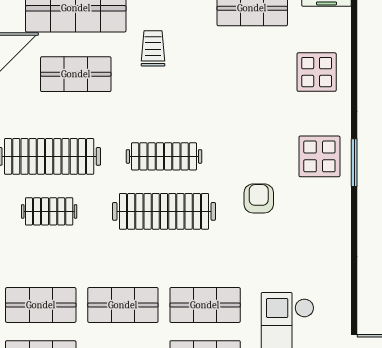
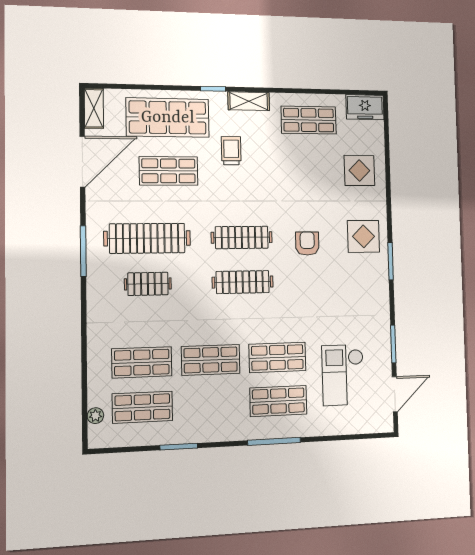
window: (354, 163) -> (391, 261), moved
armchair: (259, 198) -> (307, 243), moved
clothes rail: (164, 211) -> (243, 282), width x0.73, depth x0.76
window: (354, 293) -> (393, 344), added

